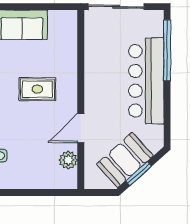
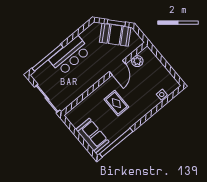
bar counter: (146, 81) -> (70, 56), width x0.73
door: (81, 128) -> (117, 68), hinge flipped

